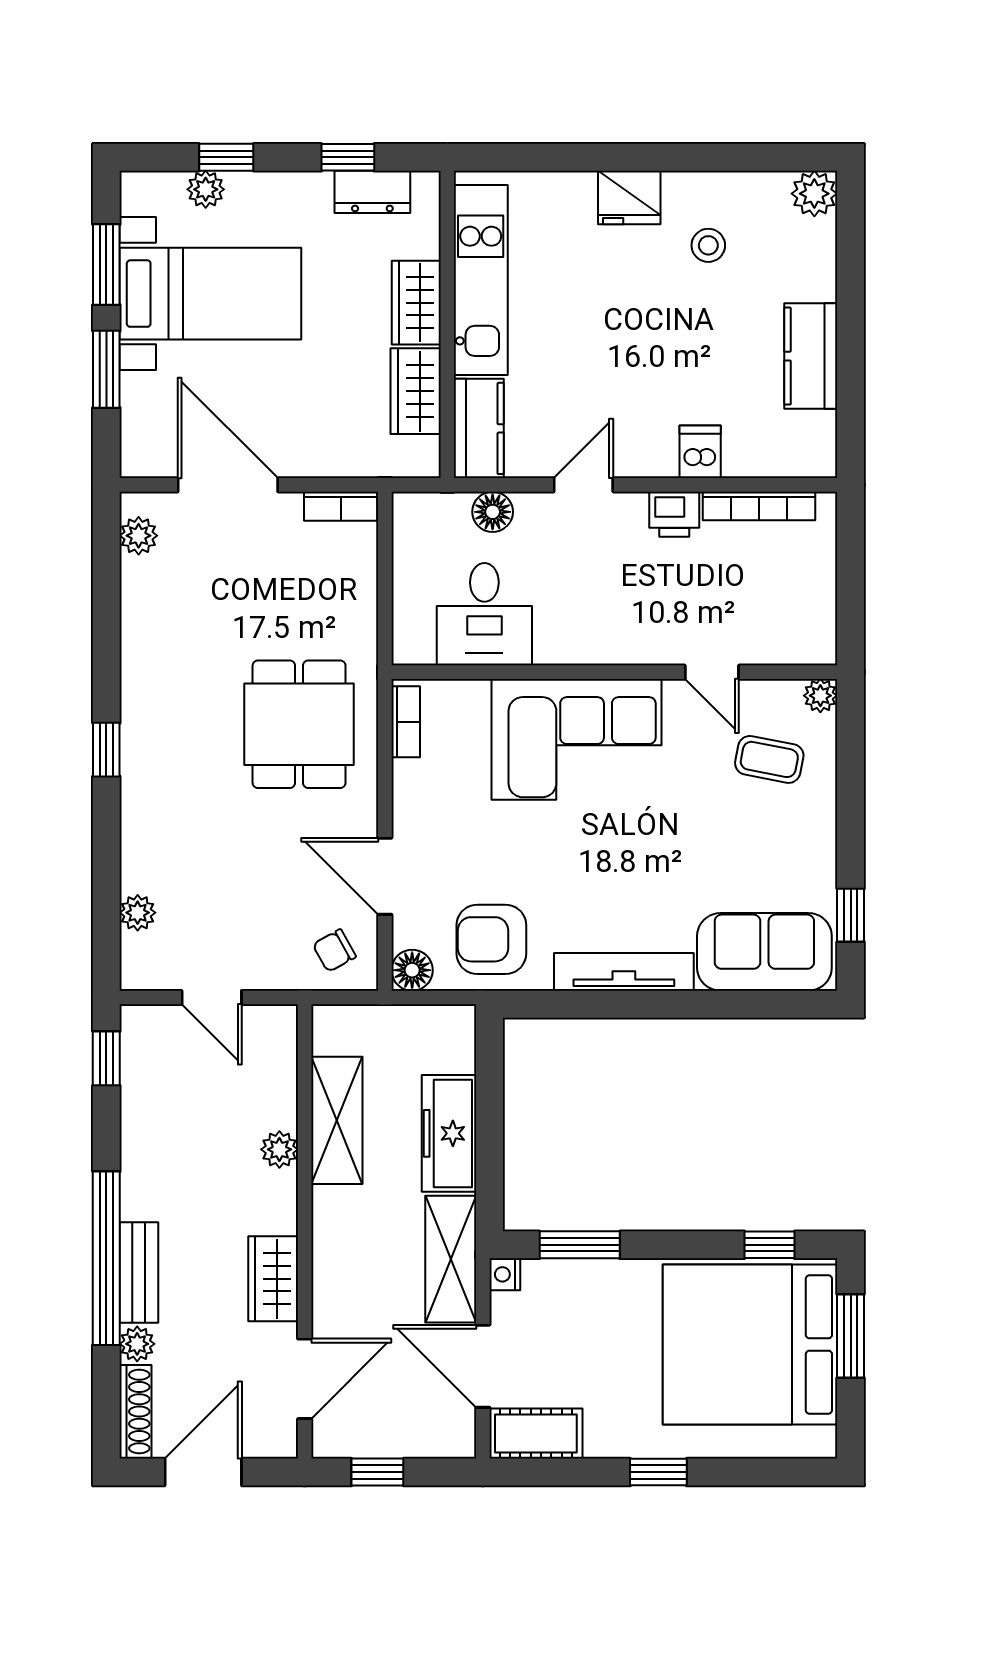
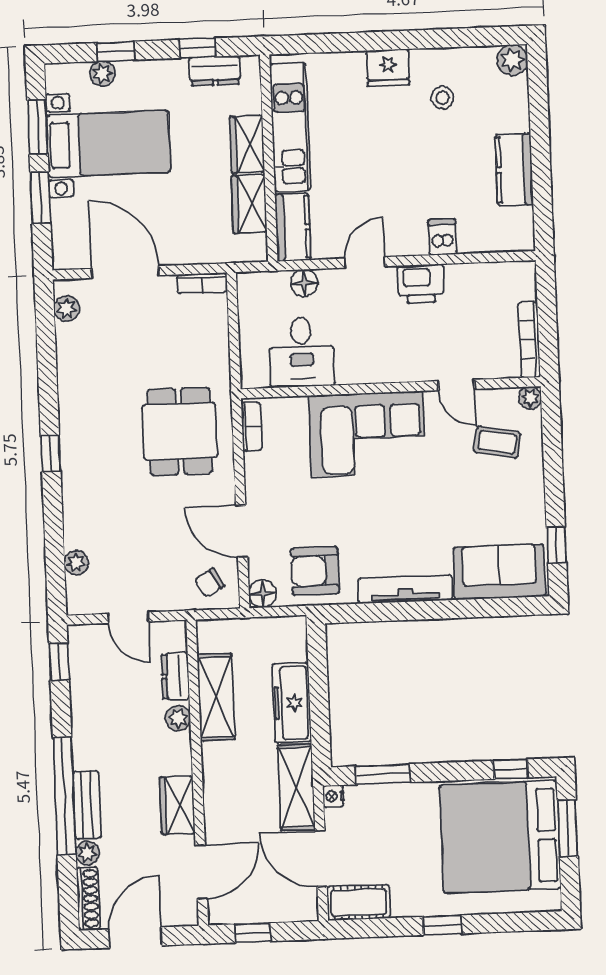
bookcase: (759, 506) -> (529, 340), moved, turned 90
printer: (674, 514) -> (421, 284), width x1.36, depth x1.24
dresser: (278, 1087) -> (175, 676), added

